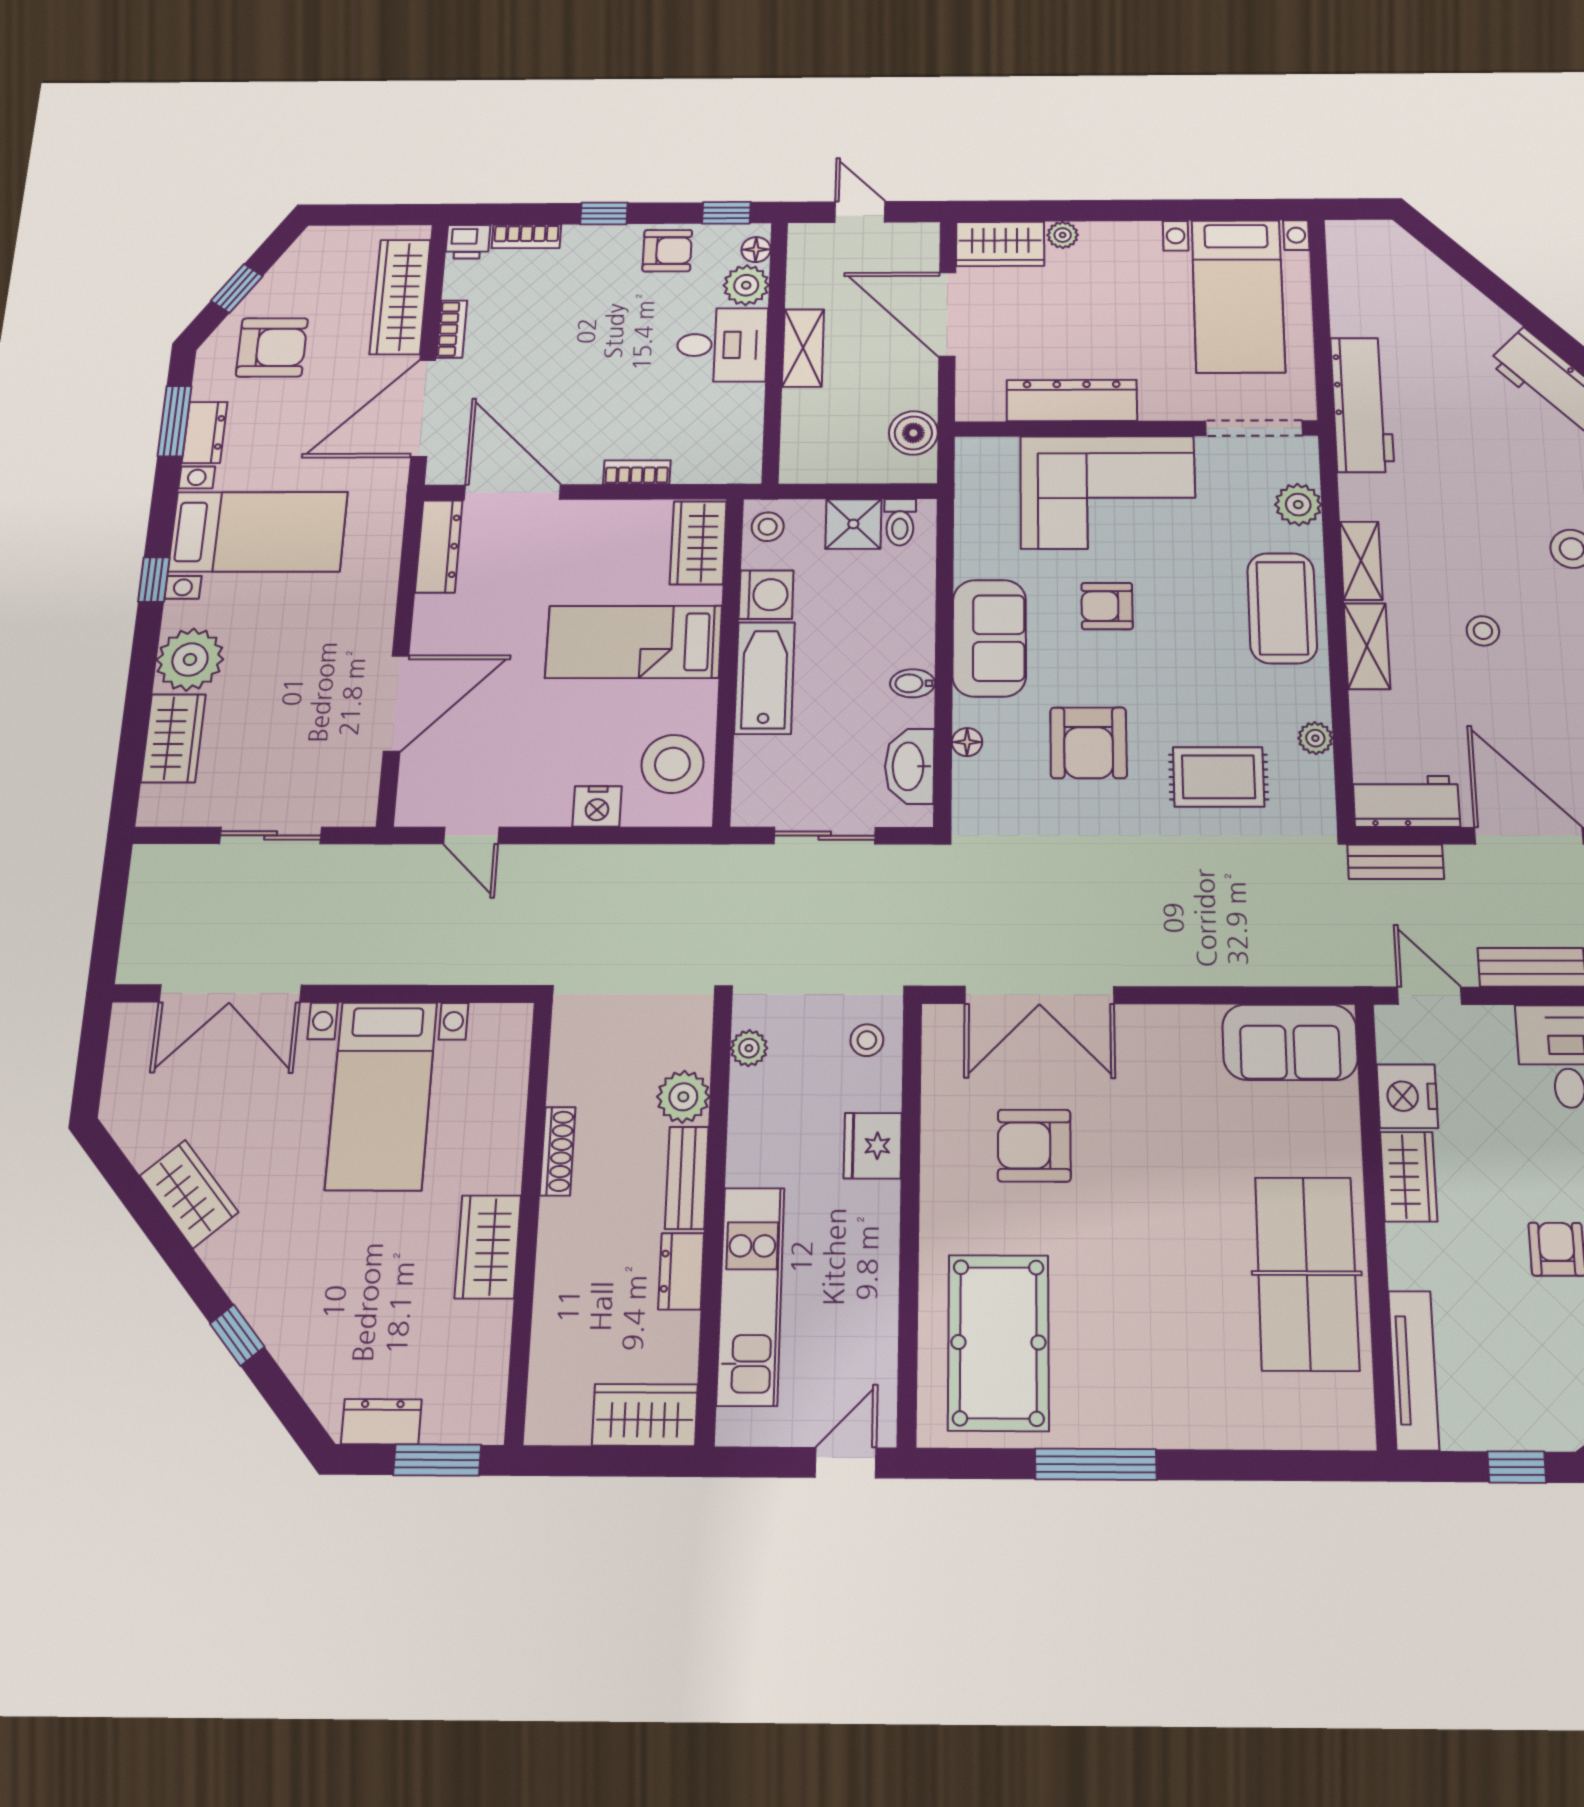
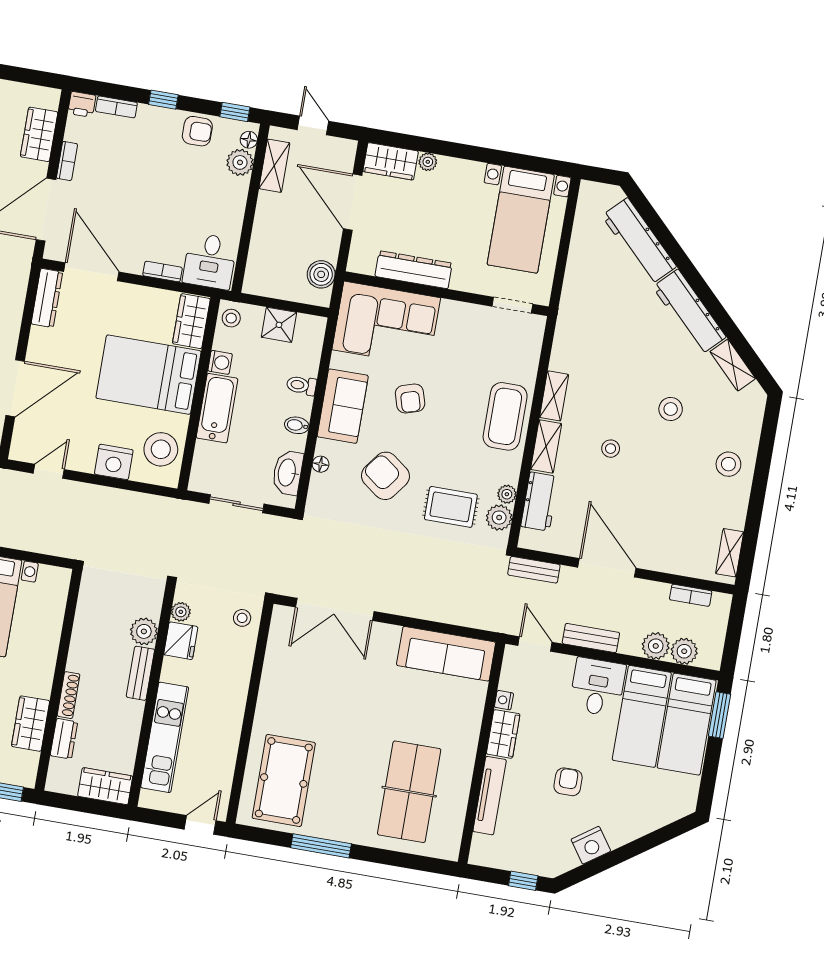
wardrobe: (400, 297) -> (39, 134), width x0.67
desk: (722, 345) -> (210, 261), moved, turned 90
shelving: (803, 348) -> (274, 166), moved
workbench: (1362, 405) -> (639, 241), moved, turned 135
doorway: (1254, 428) -> (512, 305), width x0.73
corner sofa: (1108, 492) -> (386, 324), moved
plant: (1298, 505) -> (499, 518), moved
toilet: (900, 522) -> (301, 385), moved, turned 90
washing machine: (766, 595) -> (220, 362), width x0.73, depth x0.73
armchair: (1107, 606) -> (410, 398), turned -107
bed: (634, 642) -> (149, 375), width x1.50
armchair: (1088, 743) -> (385, 476), turned 127
workbench: (1406, 801) -> (540, 502), moved, turned 90
nightstand: (597, 806) -> (114, 462), width x1.36, depth x1.33
door: (471, 836) -> (49, 471), swing flipped
sofa: (1290, 1042) -> (446, 654), width x1.36
nightstand: (1407, 1096) -> (504, 700), width x0.53, depth x0.56
fridge: (873, 1146) -> (181, 641), moved, turned 180
armchair: (1034, 1146) -> (318, 687), removed
shoe rack: (558, 1151) -> (68, 695), moved
wardrobe: (488, 1247) -> (31, 724), moved
dresser: (681, 1271) -> (64, 739), moved, turned 180
table tennis table: (1307, 1273) -> (409, 792), moved
tv unit: (1414, 1370) -> (490, 796), moved

